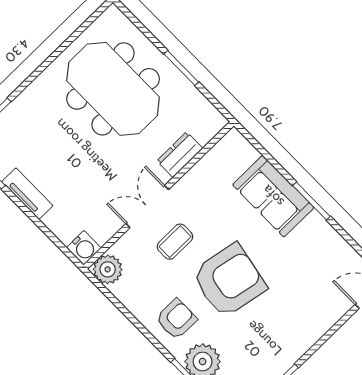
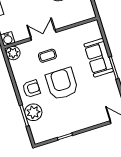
dresser: (180, 155) -> (68, 20), removed
armchair: (229, 281) -> (62, 84), turned -101

